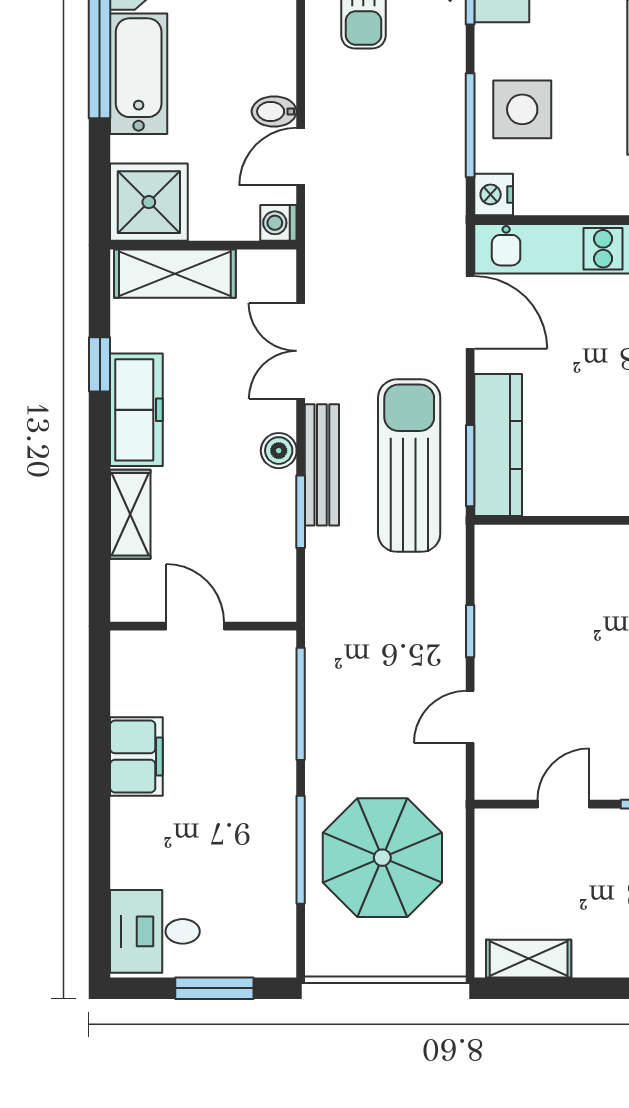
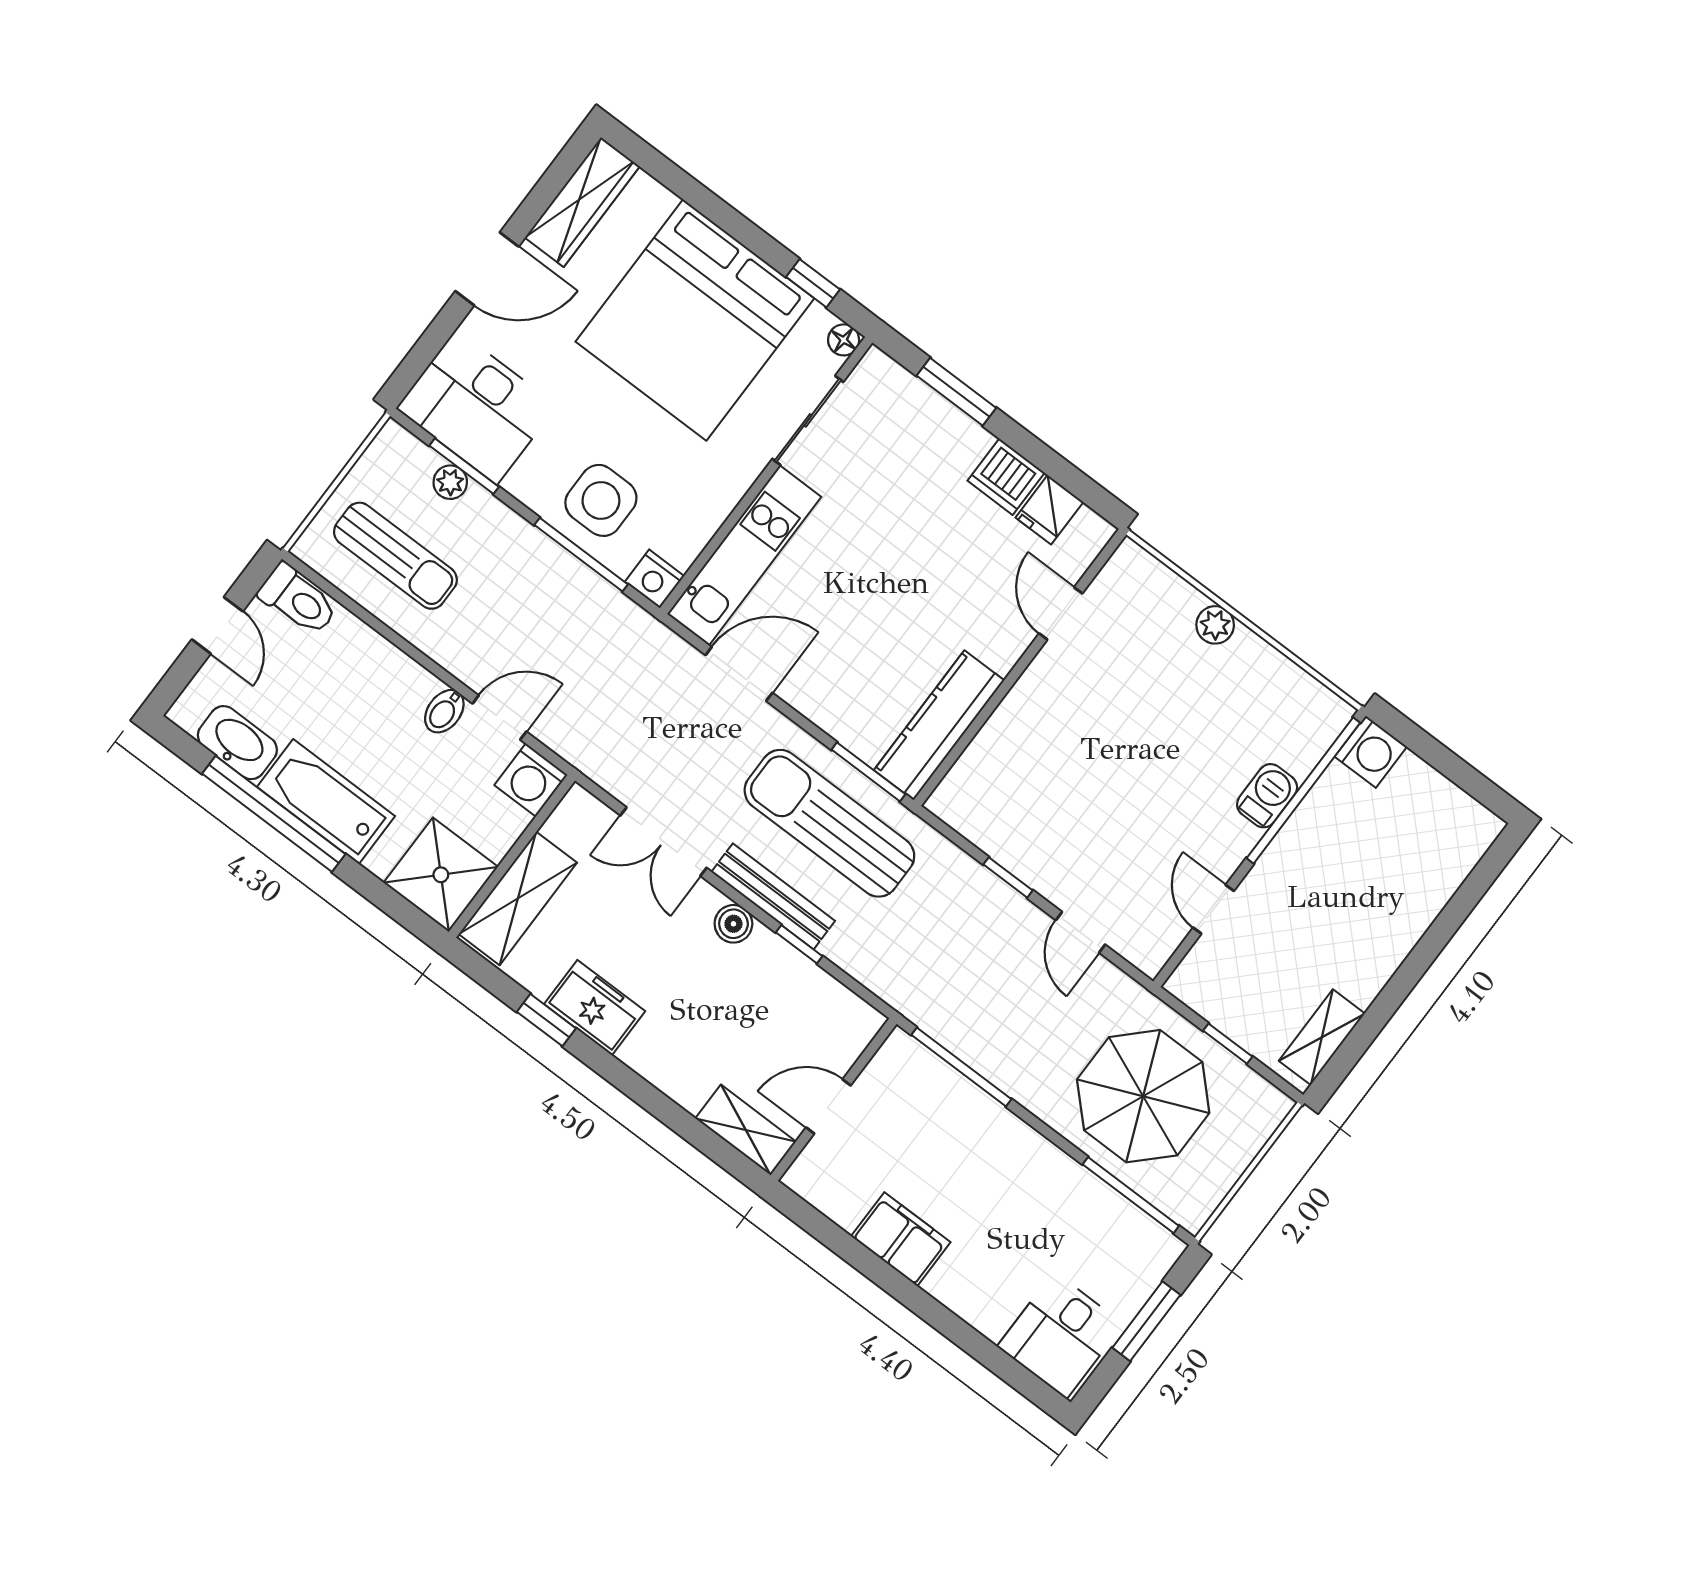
door: (301, 157) -> (499, 718), swing flipped
washing machine: (278, 223) -> (531, 780), width x1.38, depth x1.38
freezer: (136, 410) -> (595, 1008), width x0.71
kitchen counter: (498, 445) -> (939, 725), moved, turned -90
window: (301, 512) -> (799, 944), width x0.67
shelving: (130, 514) -> (746, 1130), moved
window: (301, 850) -> (1131, 1195), moved
window: (470, 891) -> (1228, 1044), added

